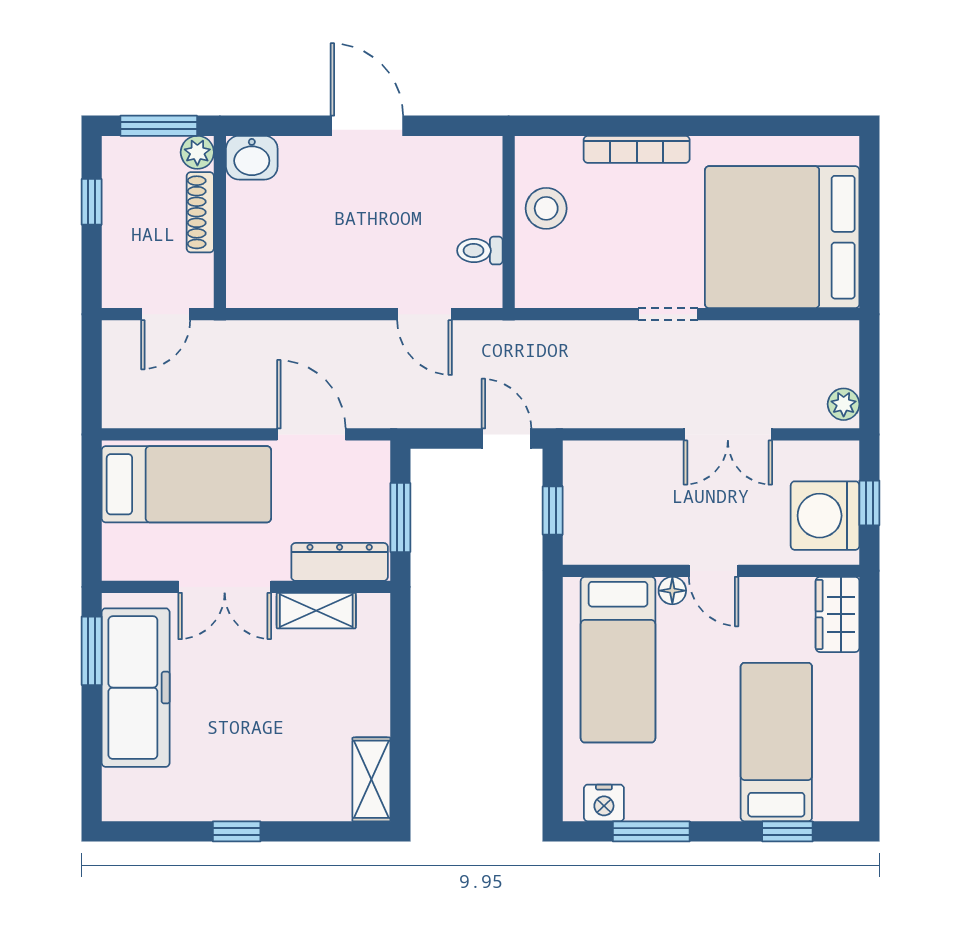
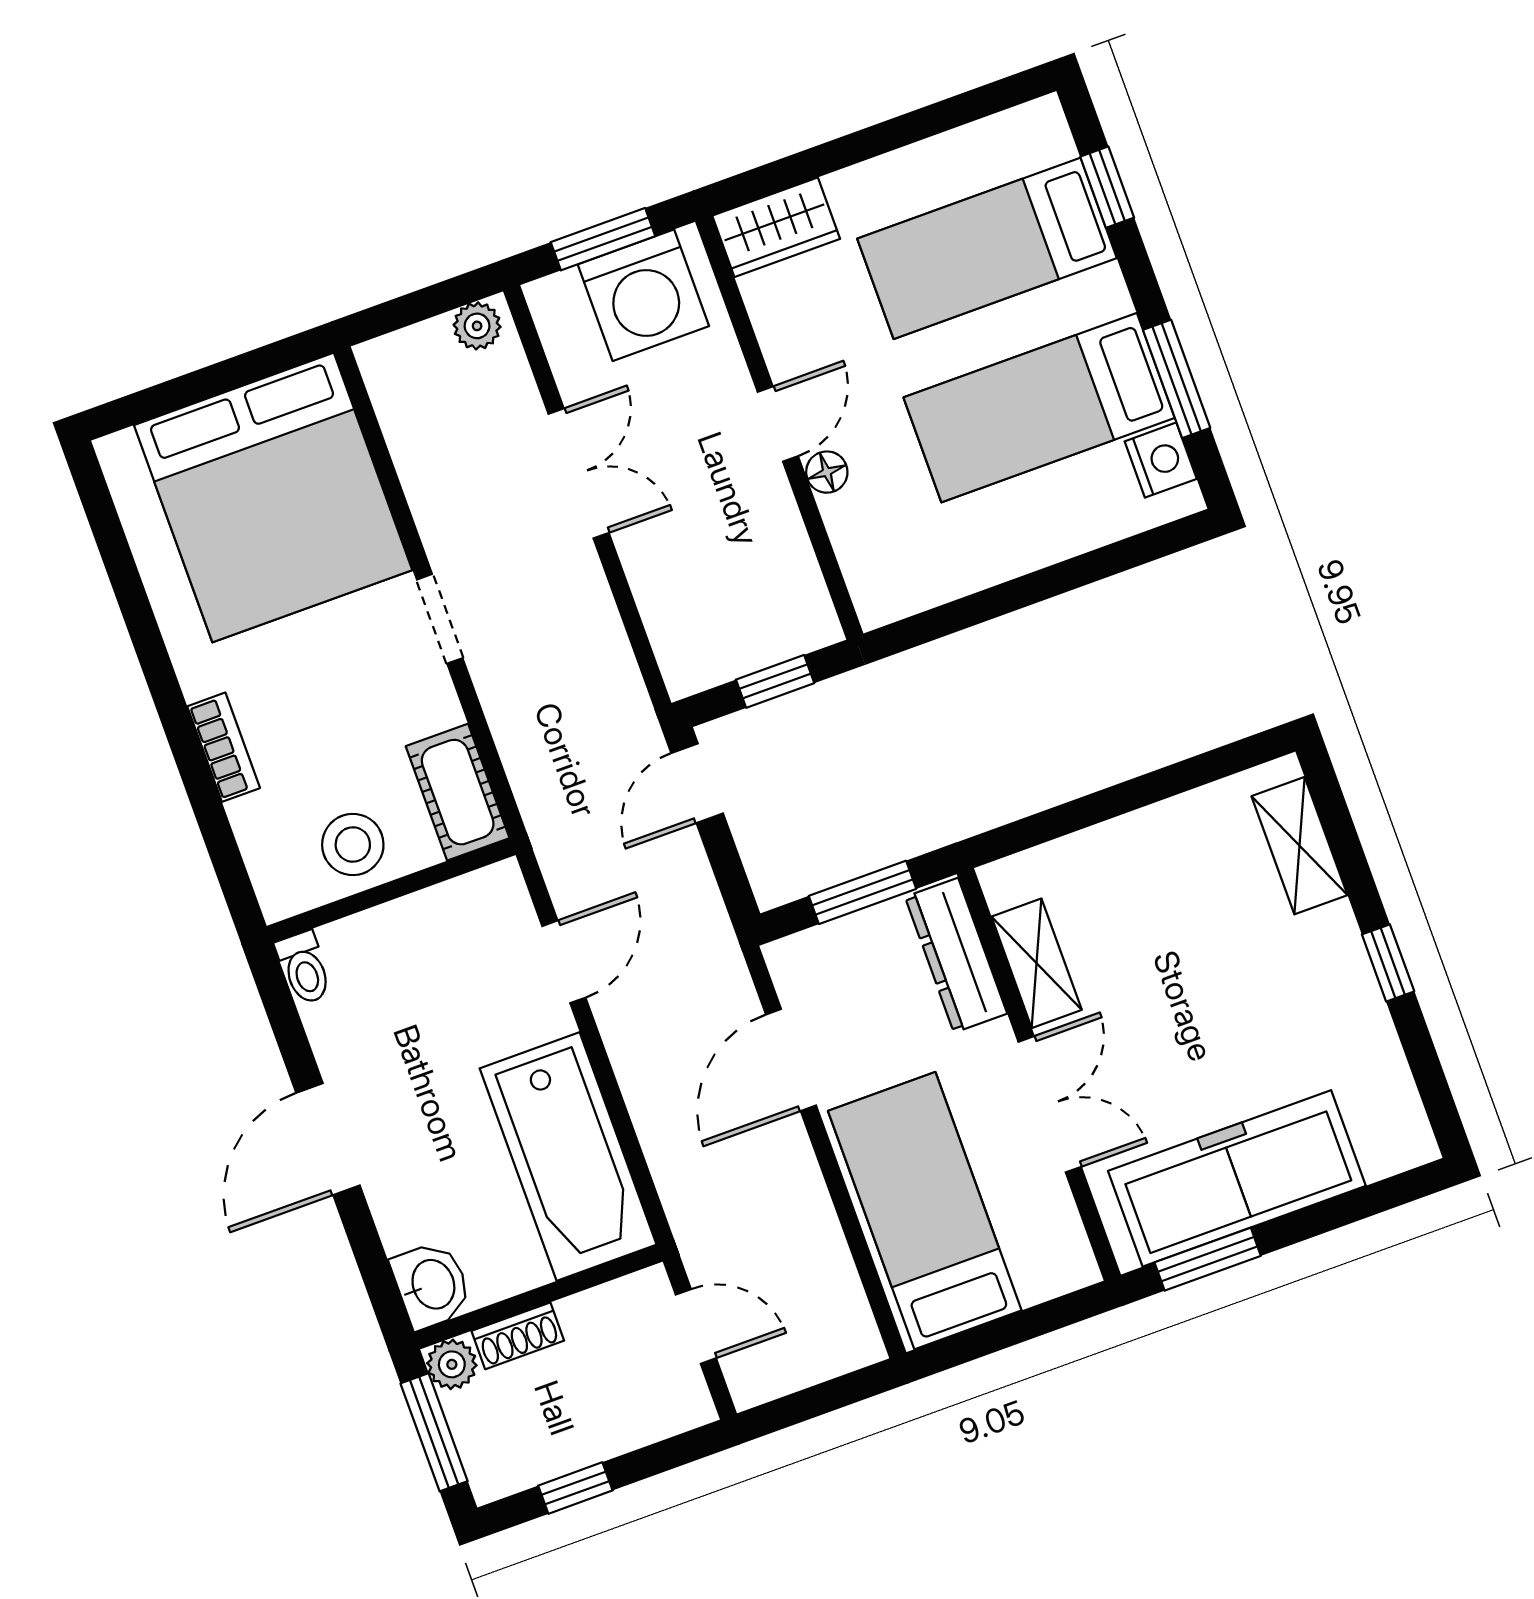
bookcase: (637, 149) -> (224, 747), width x0.64
shoe rack: (200, 212) -> (518, 1336), width x0.70
toilet: (480, 251) -> (304, 968), moved
bathtub: (301, 273) -> (568, 1156), added
cot: (555, 286) -> (458, 792), added
window: (869, 503) -> (603, 239), width x1.50
bed: (618, 660) -> (1039, 408), moved, turned 180
shelving: (371, 779) -> (1300, 846), moved, turned 90

